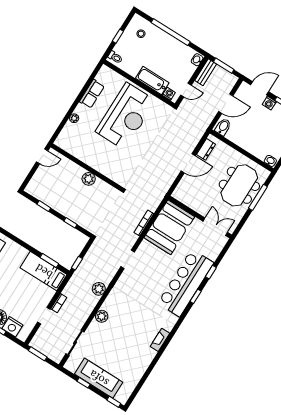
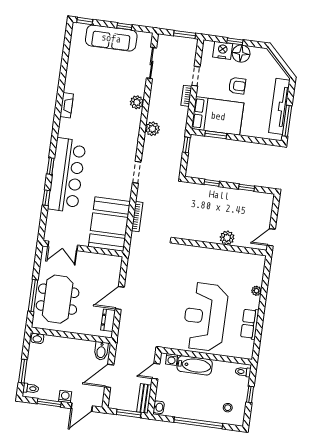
plant: (89, 179) -> (227, 238), moved
bed: (44, 271) -> (218, 116), width x1.50
armchair: (14, 293) -> (237, 86), added

